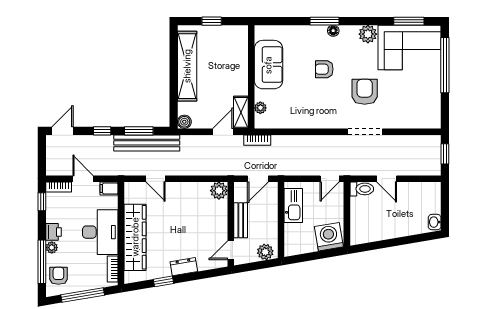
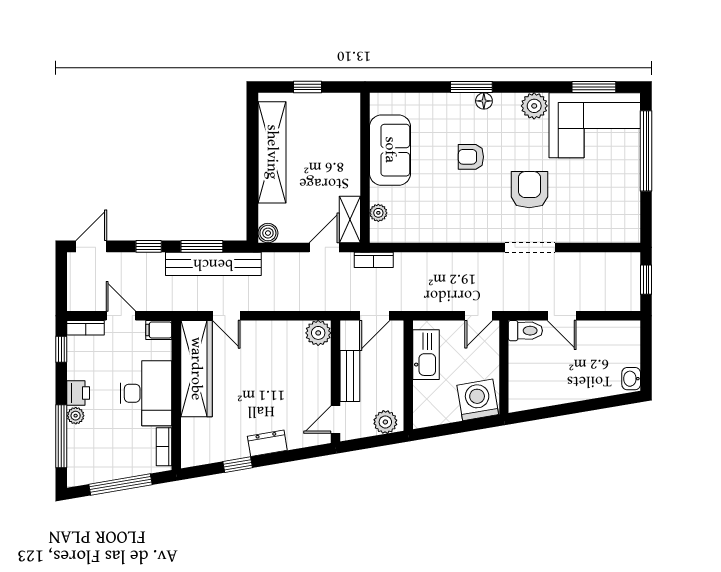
wardrobe: (135, 237) -> (196, 369), moved
armchair: (58, 276) -> (85, 457), removed

